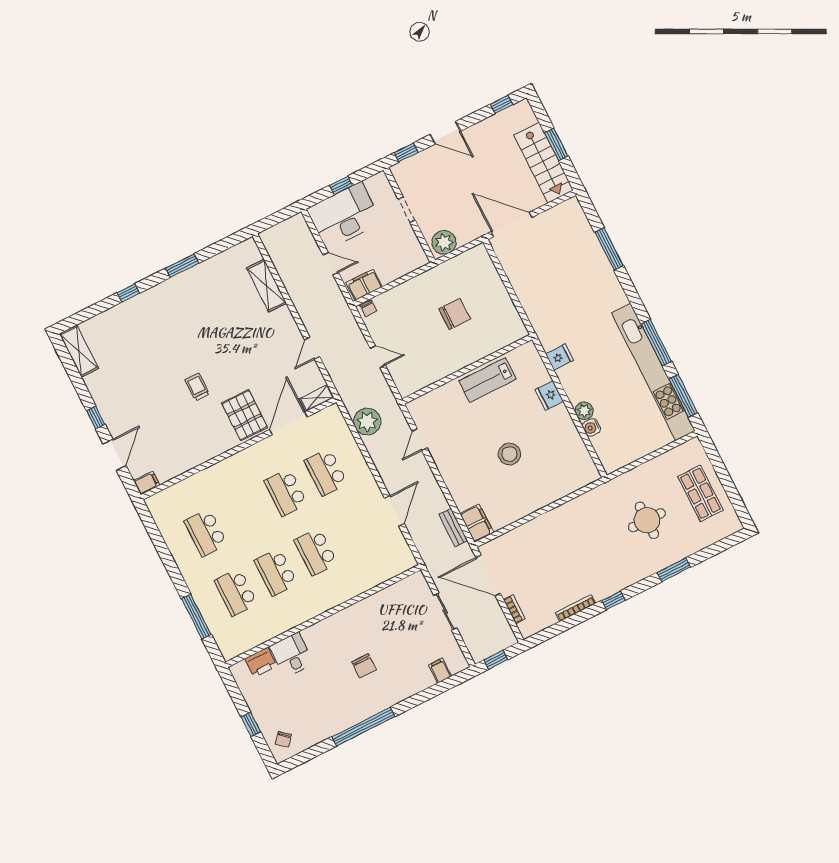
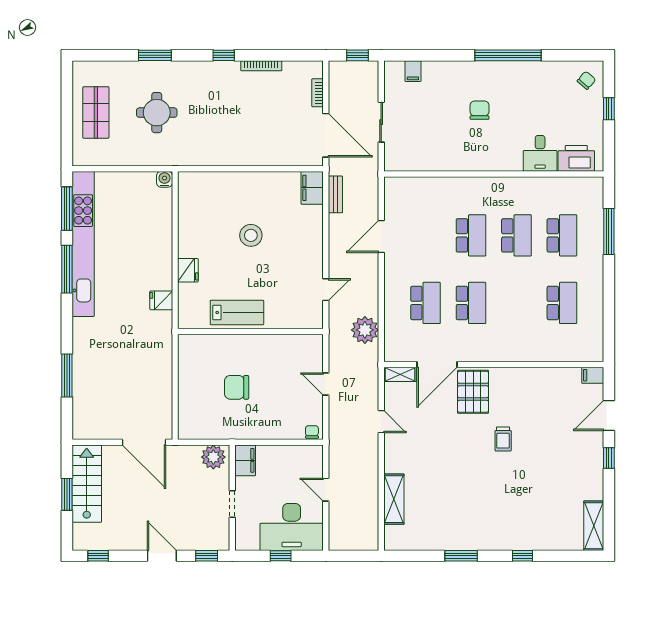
filing cabinet: (364, 285) -> (245, 460), moved, turned -90
door: (312, 348) -> (381, 422), hinge flipped
plant: (584, 411) -> (163, 240), removed
water cooler: (591, 427) -> (165, 179), moved, turned -90
printer: (261, 662) -> (576, 158), width x1.37, depth x1.19

